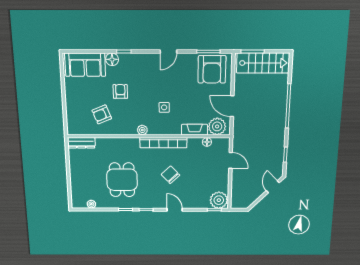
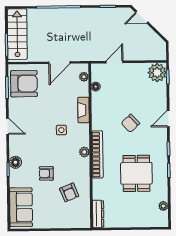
floor lamp: (112, 59) -> (15, 162), moved
plant: (217, 126) -> (84, 77), width x0.53, depth x0.53
fireplace: (195, 130) -> (83, 110), moved
bookcase: (163, 143) -> (97, 154), moved
dining table: (122, 180) -> (136, 173), turned 90

